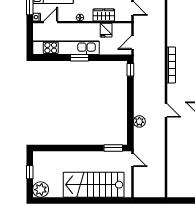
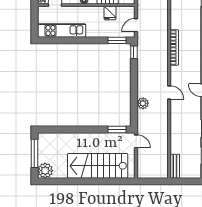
kitchen unit: (66, 48) -> (62, 30), width x0.73
window: (79, 58) -> (117, 40), moved
window: (30, 172) -> (34, 153), width x2.17
bench: (172, 185) -> (175, 166), added

